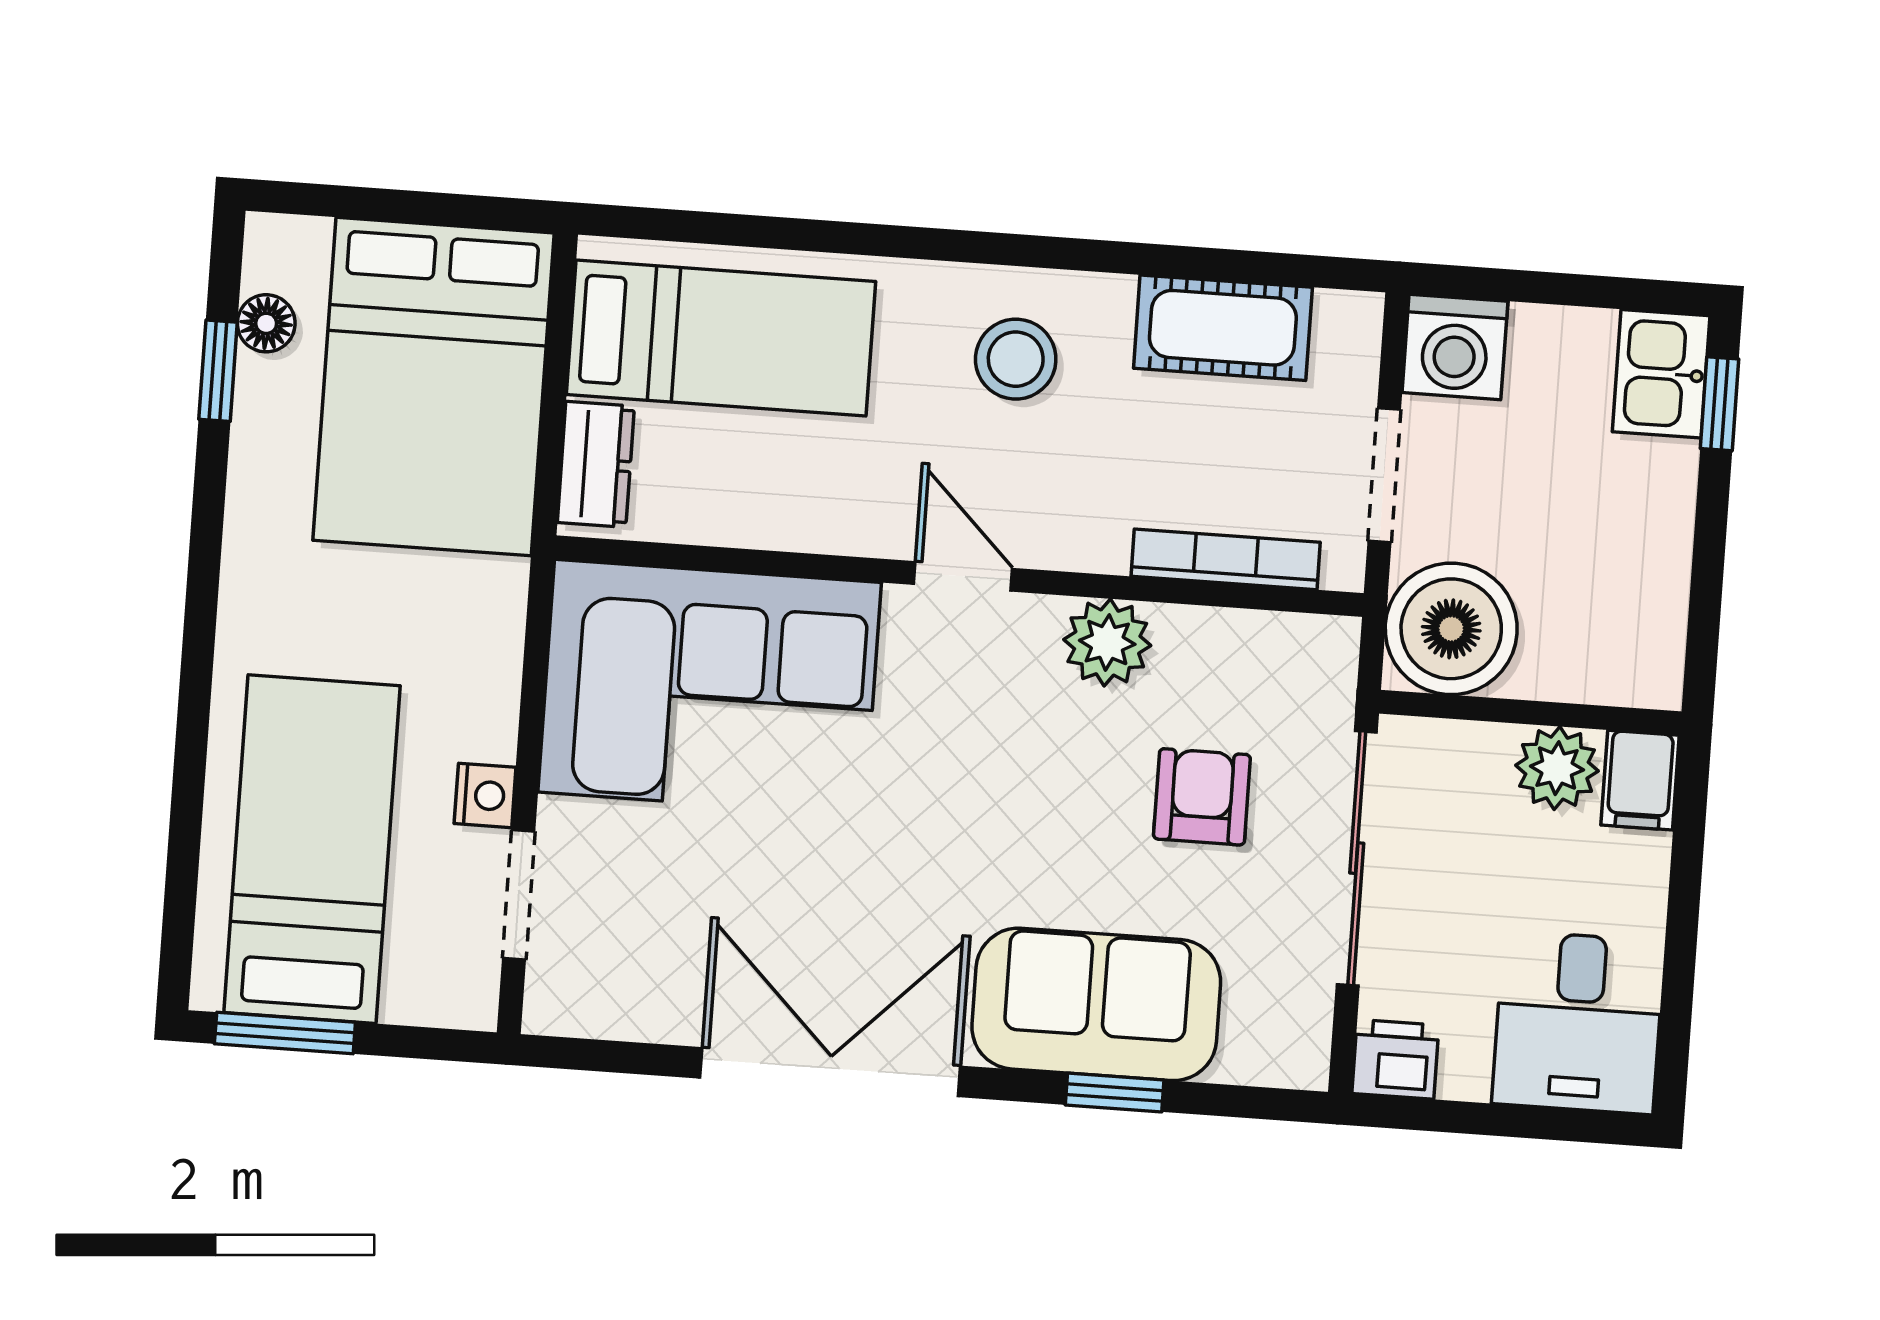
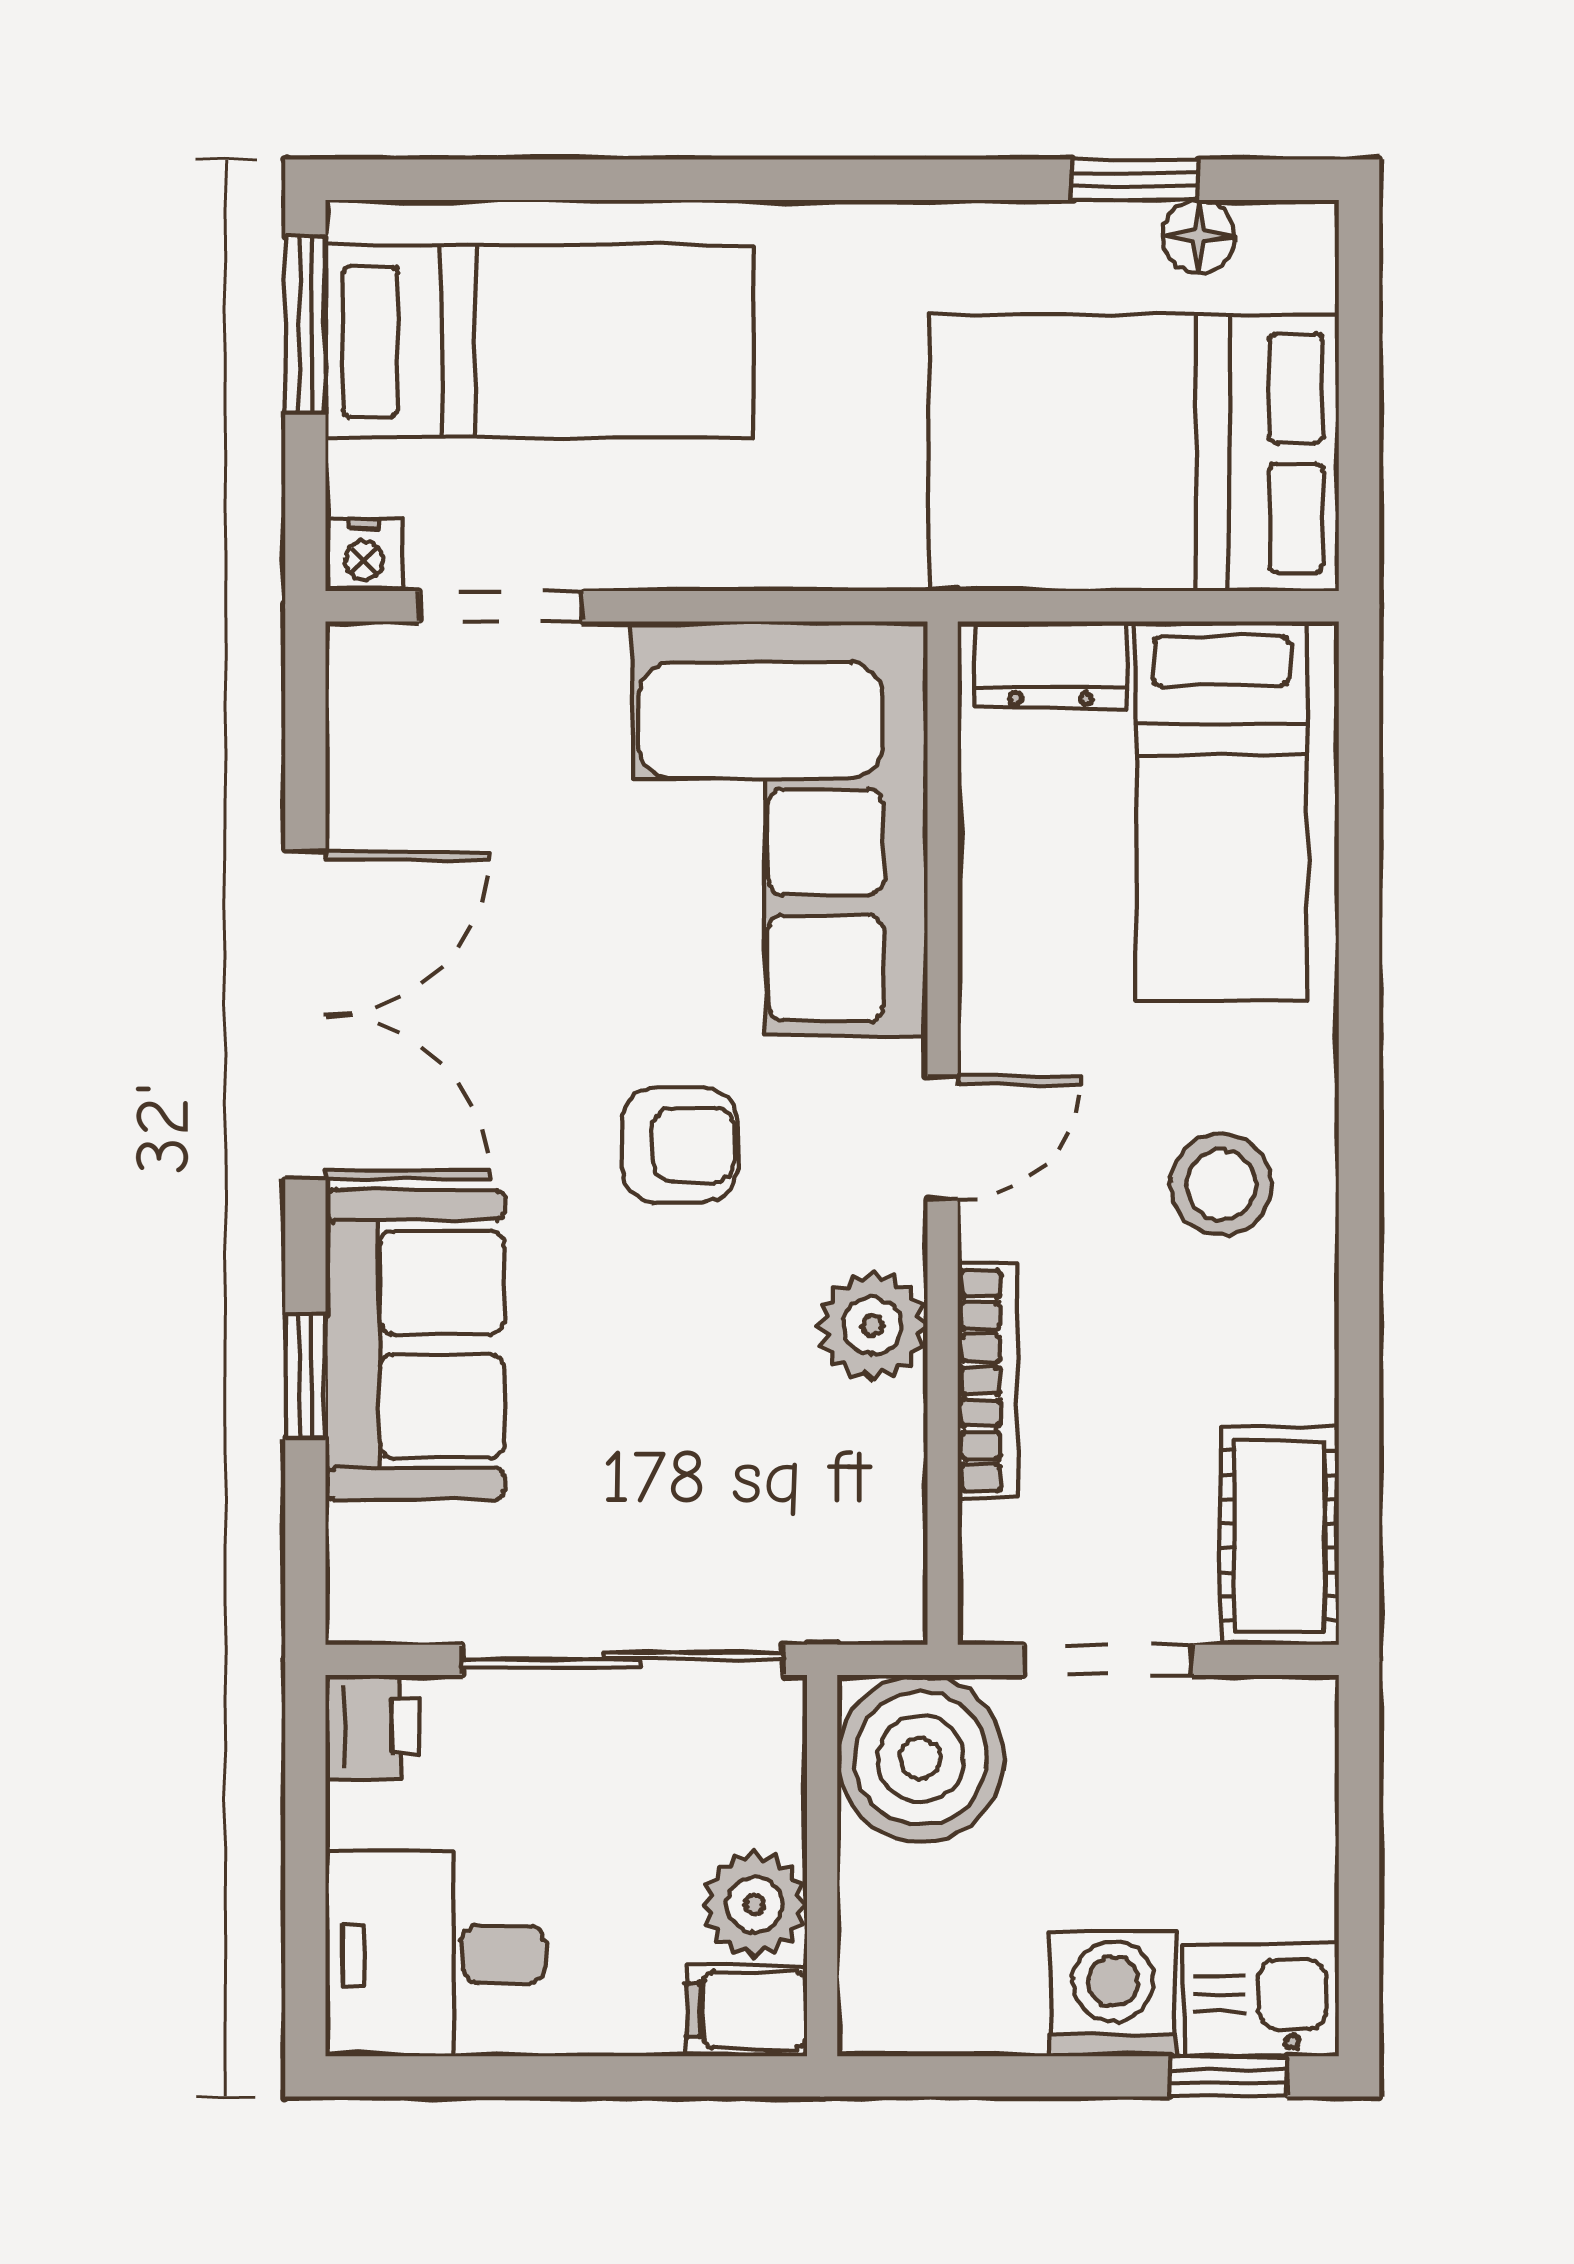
cot: (1223, 328) -> (1280, 1536), moved
washing machine: (1455, 347) -> (1113, 1994), moved, turned 90
bookcase: (1226, 559) -> (988, 1381), moved
nightstand: (485, 795) -> (364, 555), moved
armchair: (1202, 797) -> (680, 1145), moved

